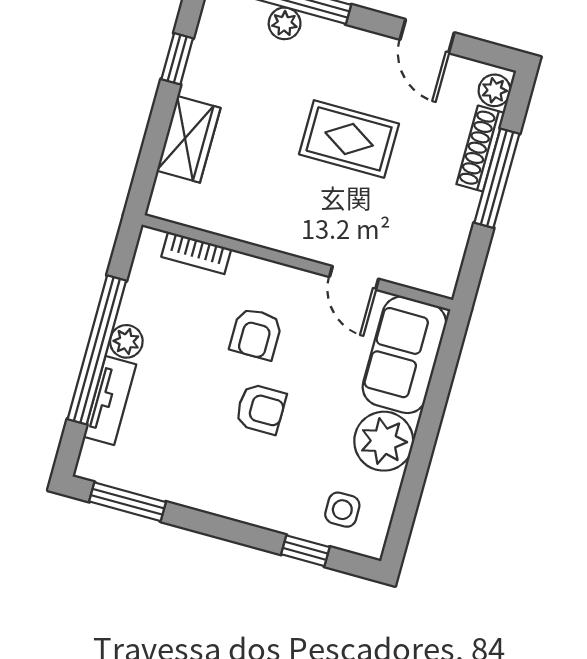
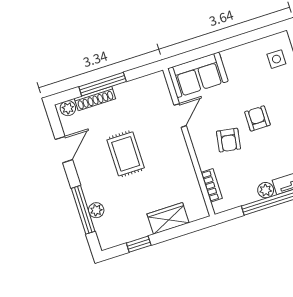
armchair: (256, 334) -> (229, 140), turned 99
plant: (384, 441) -> (238, 60), removed

